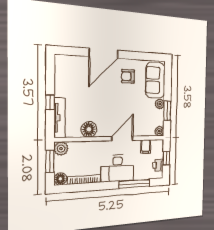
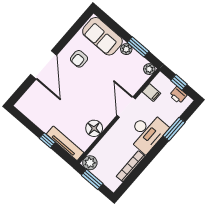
floor lamp: (60, 179) -> (113, 184), removed
window: (134, 184) -> (174, 129), width x0.69

